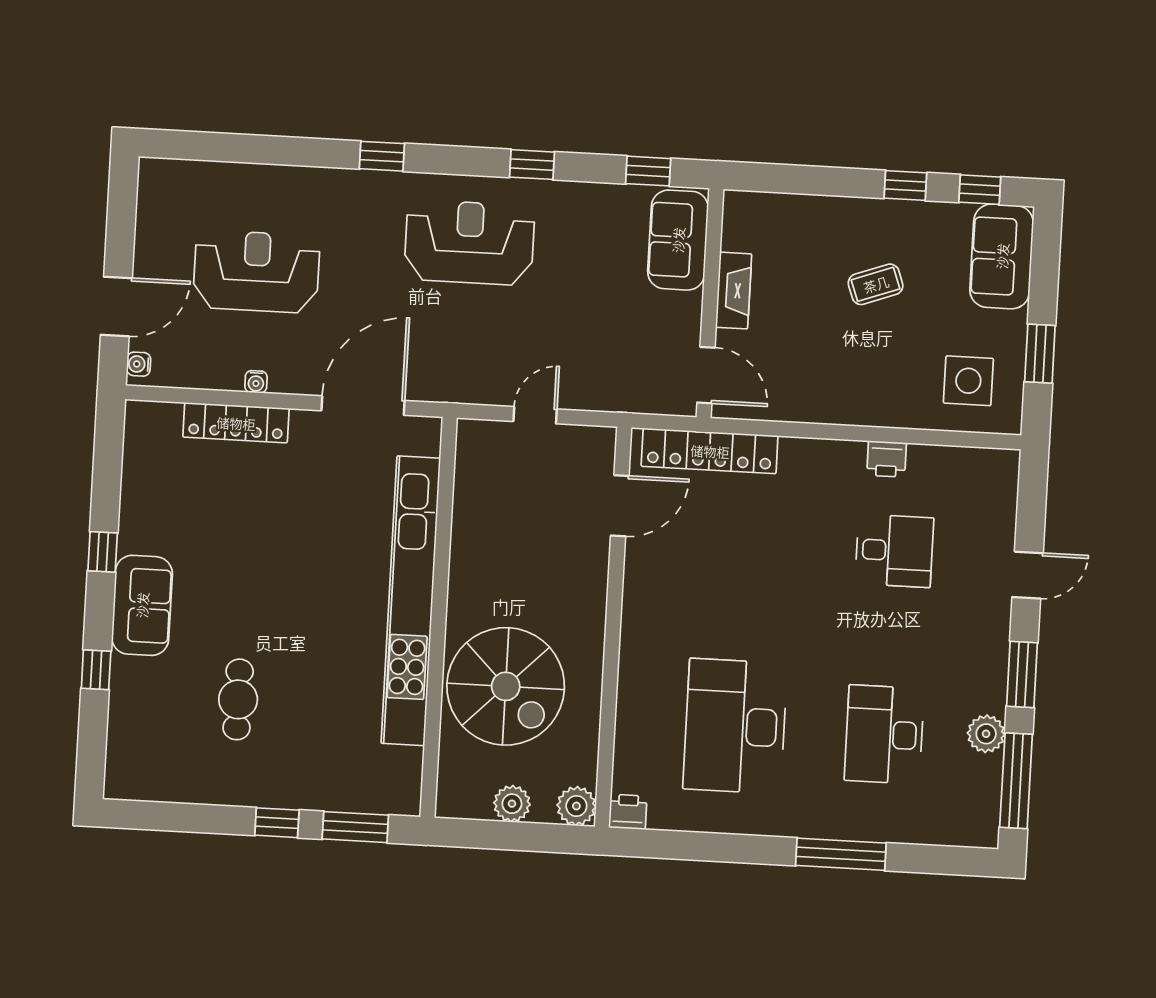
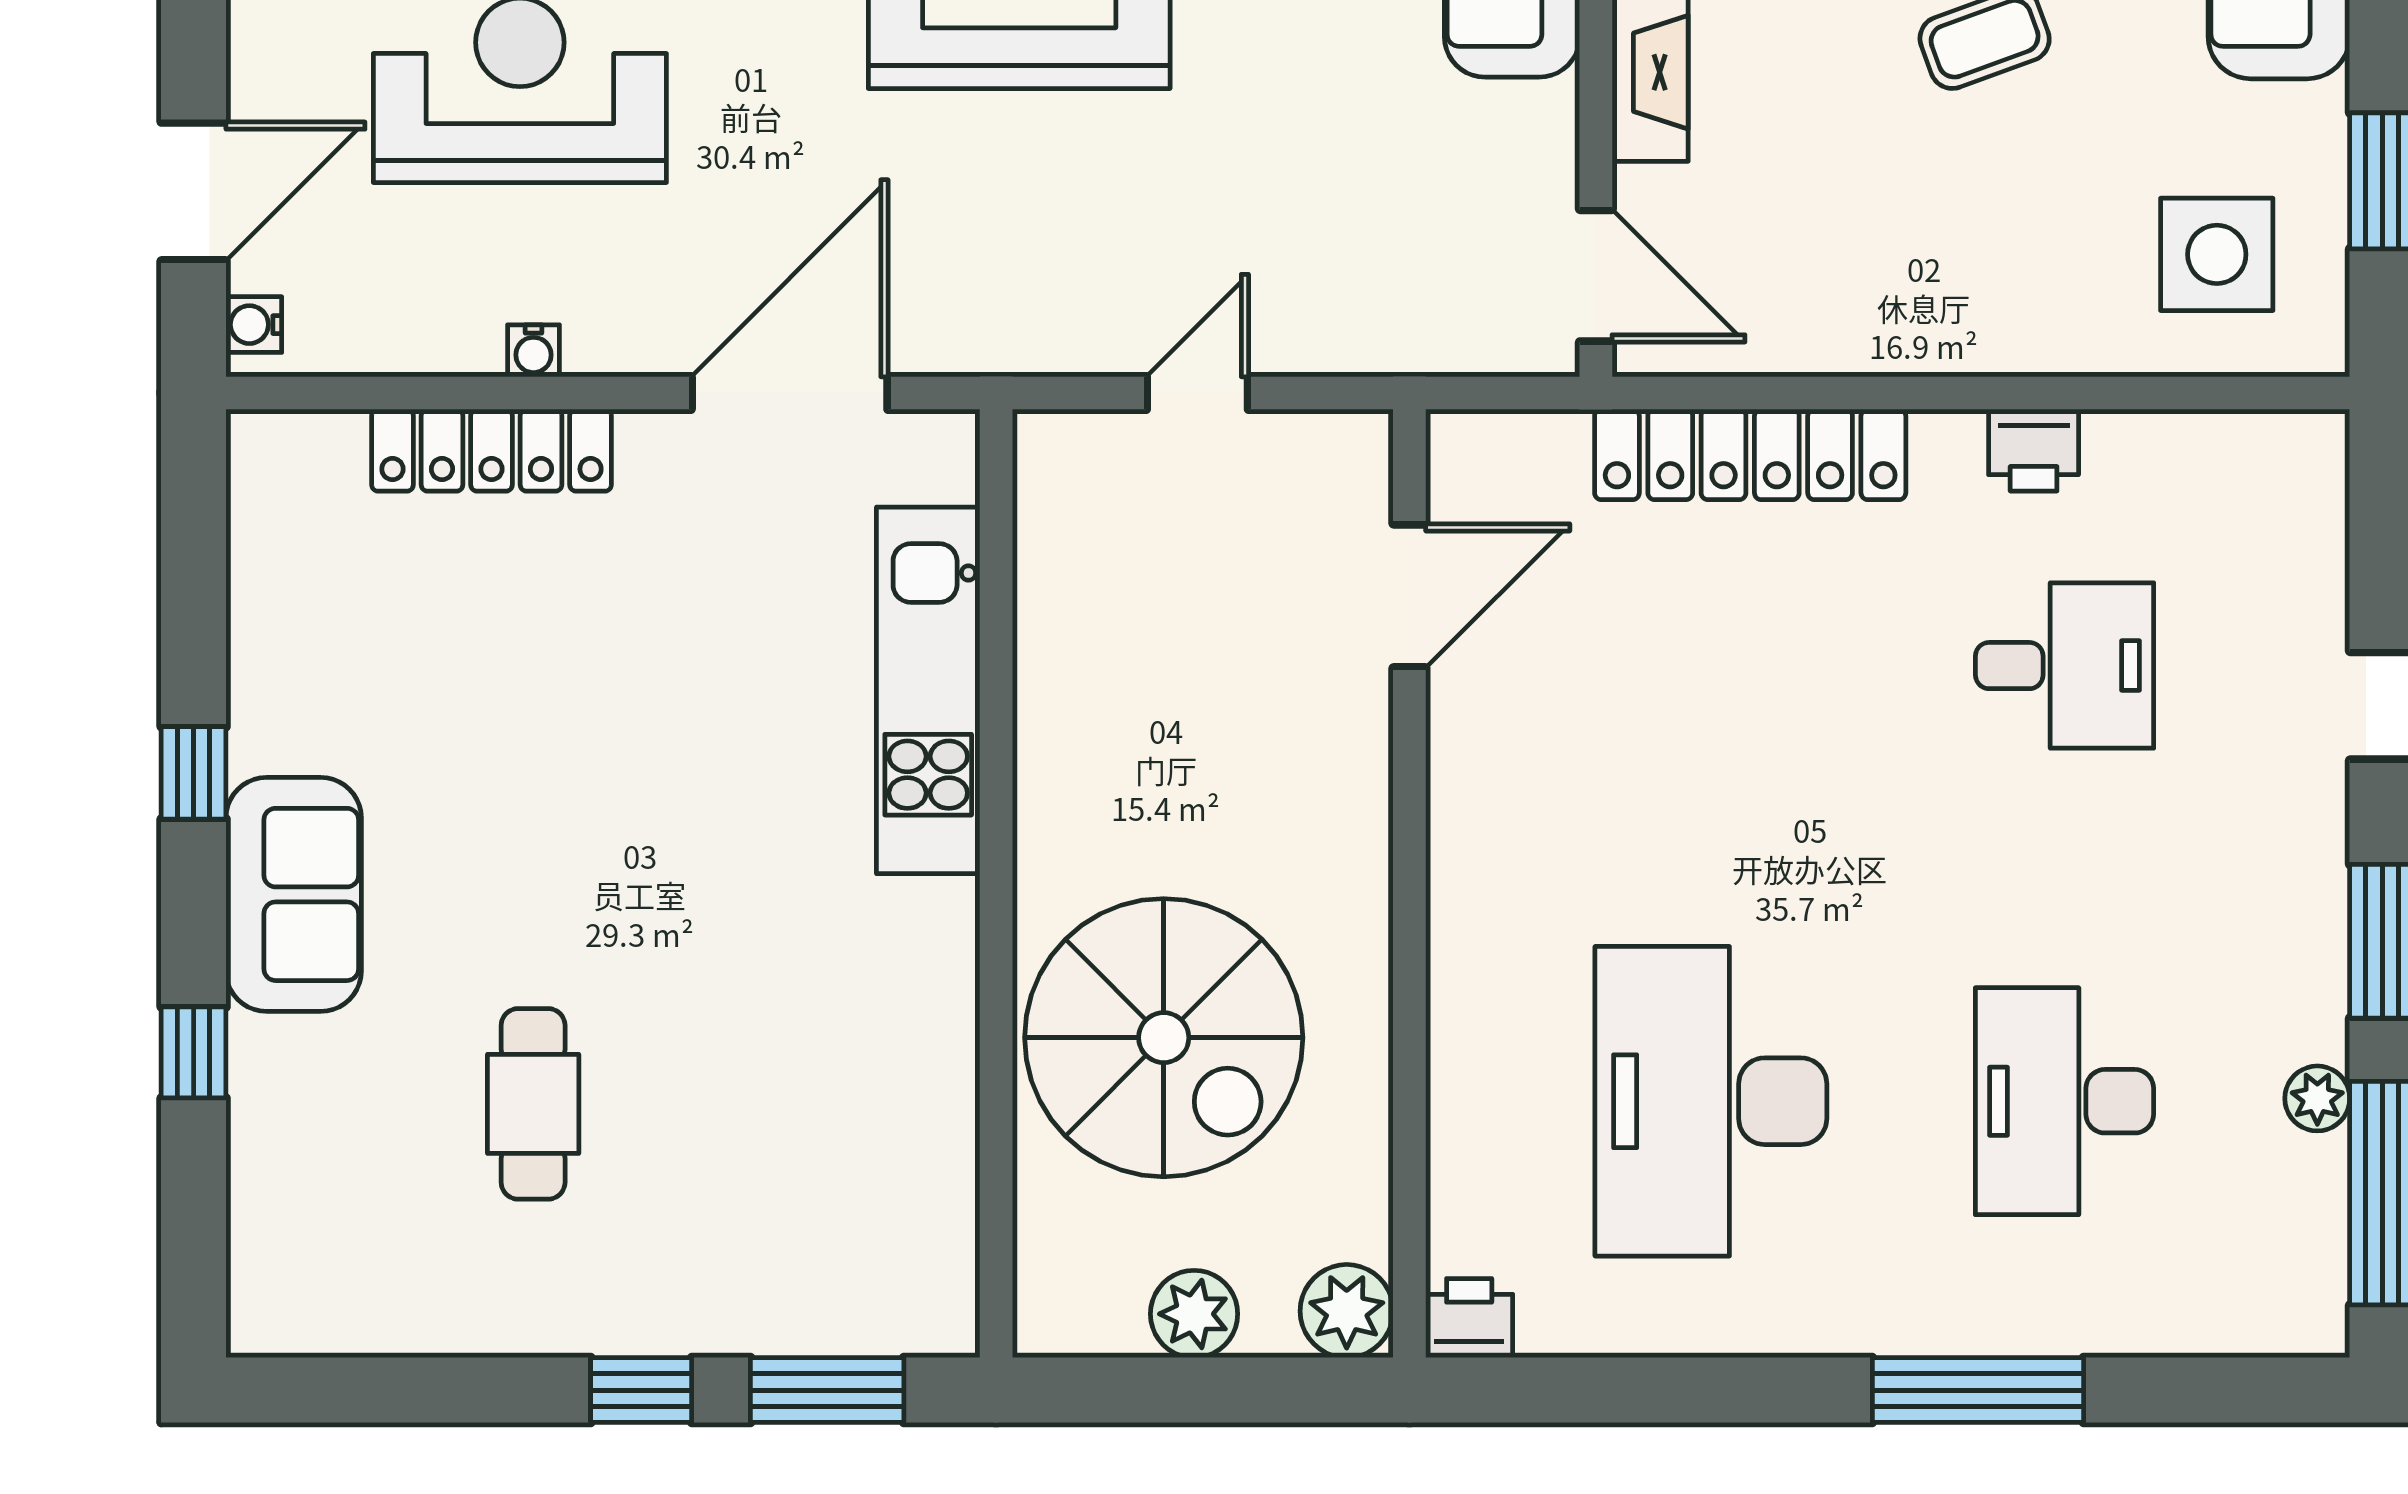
locker: (710, 451) -> (1750, 454), moved
kitchen unit: (411, 601) -> (928, 690), width x0.54
plant: (986, 734) -> (2317, 1098), width x0.73, depth x0.73

